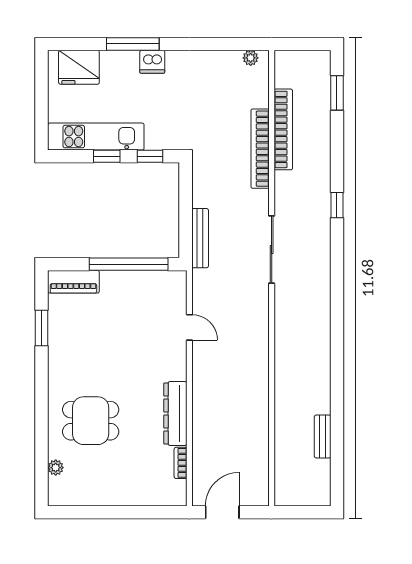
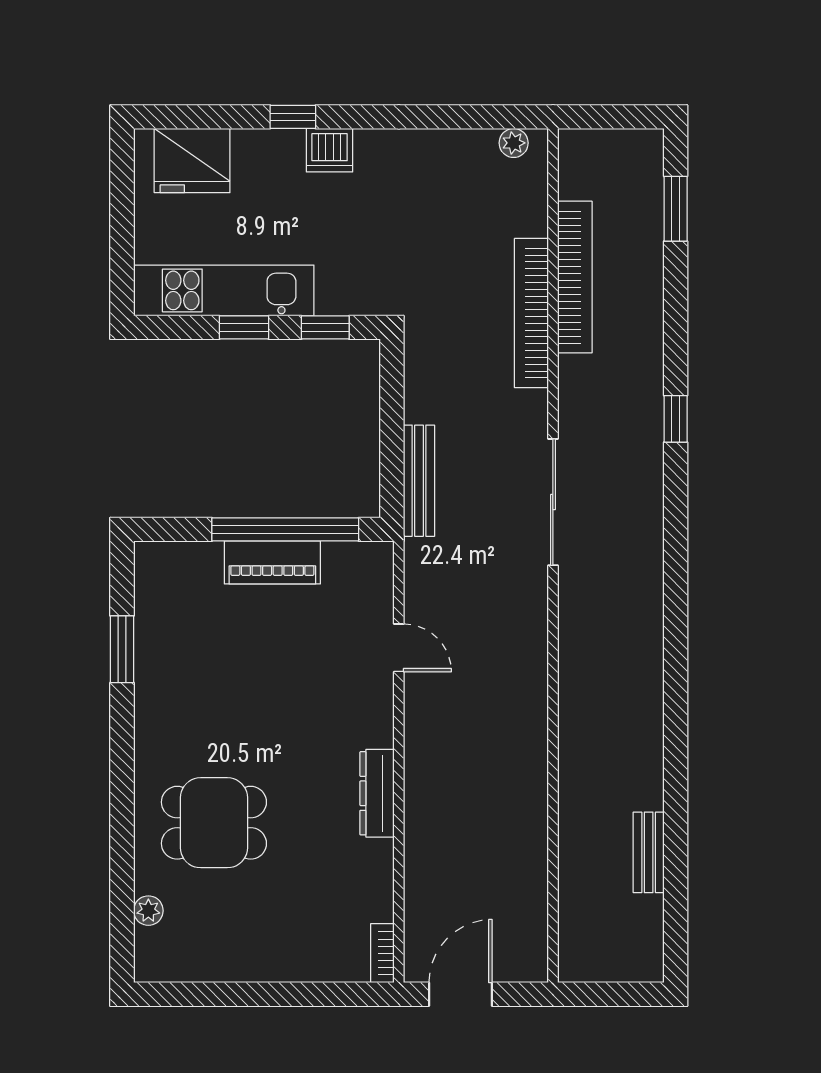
window: (133, 44) -> (293, 117), width x0.46
piano: (73, 282) -> (272, 562), moved
dresser: (175, 414) -> (377, 793), width x0.73, depth x0.80
bookcase: (181, 463) -> (382, 953), moved

